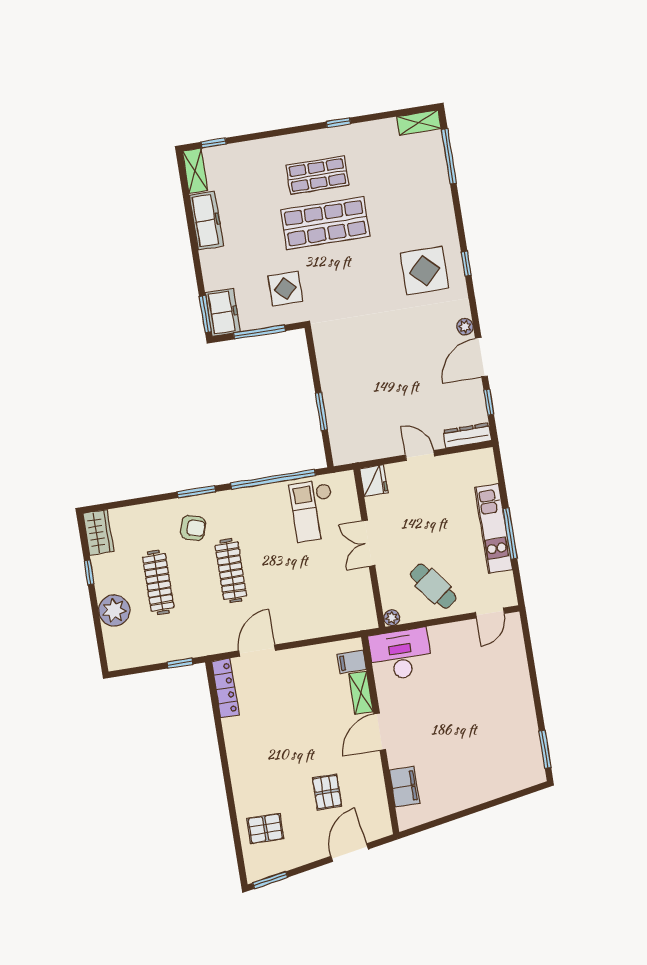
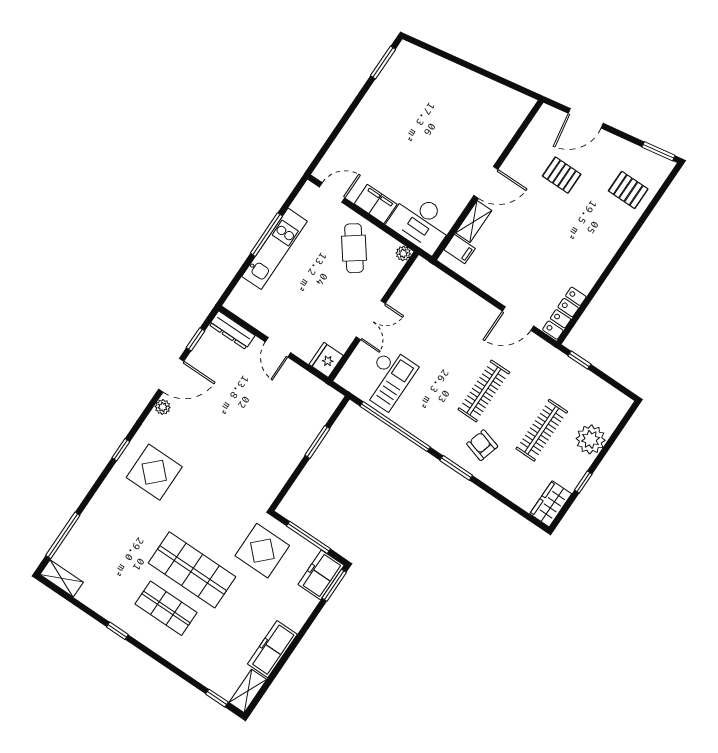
display table: (285, 289) -> (262, 551), width x1.36, depth x1.36
filing cabinet: (405, 787) -> (376, 204), moved, turned 90
pallet: (327, 792) -> (562, 175), turned 90

